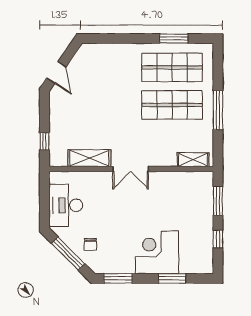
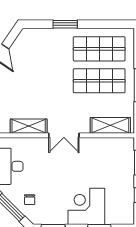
window: (174, 39) -> (65, 24), moved
shelving: (193, 160) -> (110, 125), width x1.50, depth x1.33

